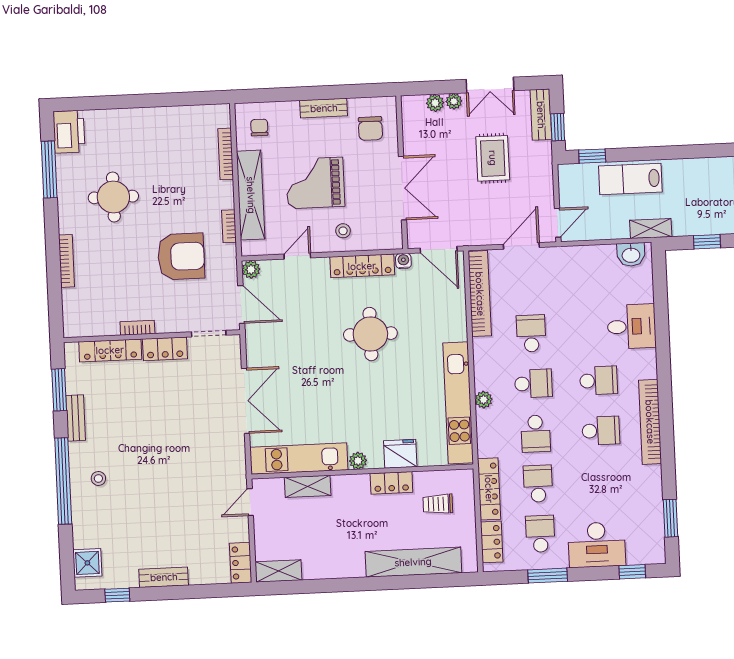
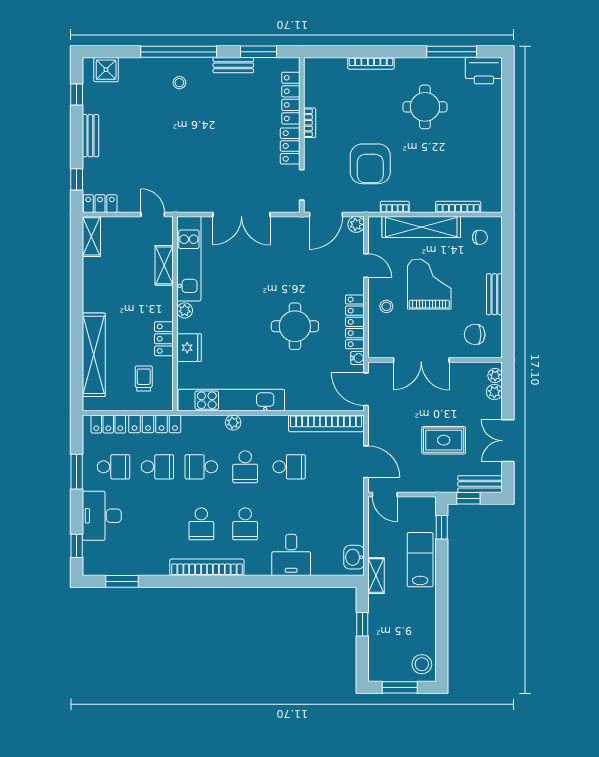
plant: (454, 101) -> (495, 376), moved
door: (439, 250) -> (366, 389), hinge flipped
window: (214, 591) -> (77, 179), added

